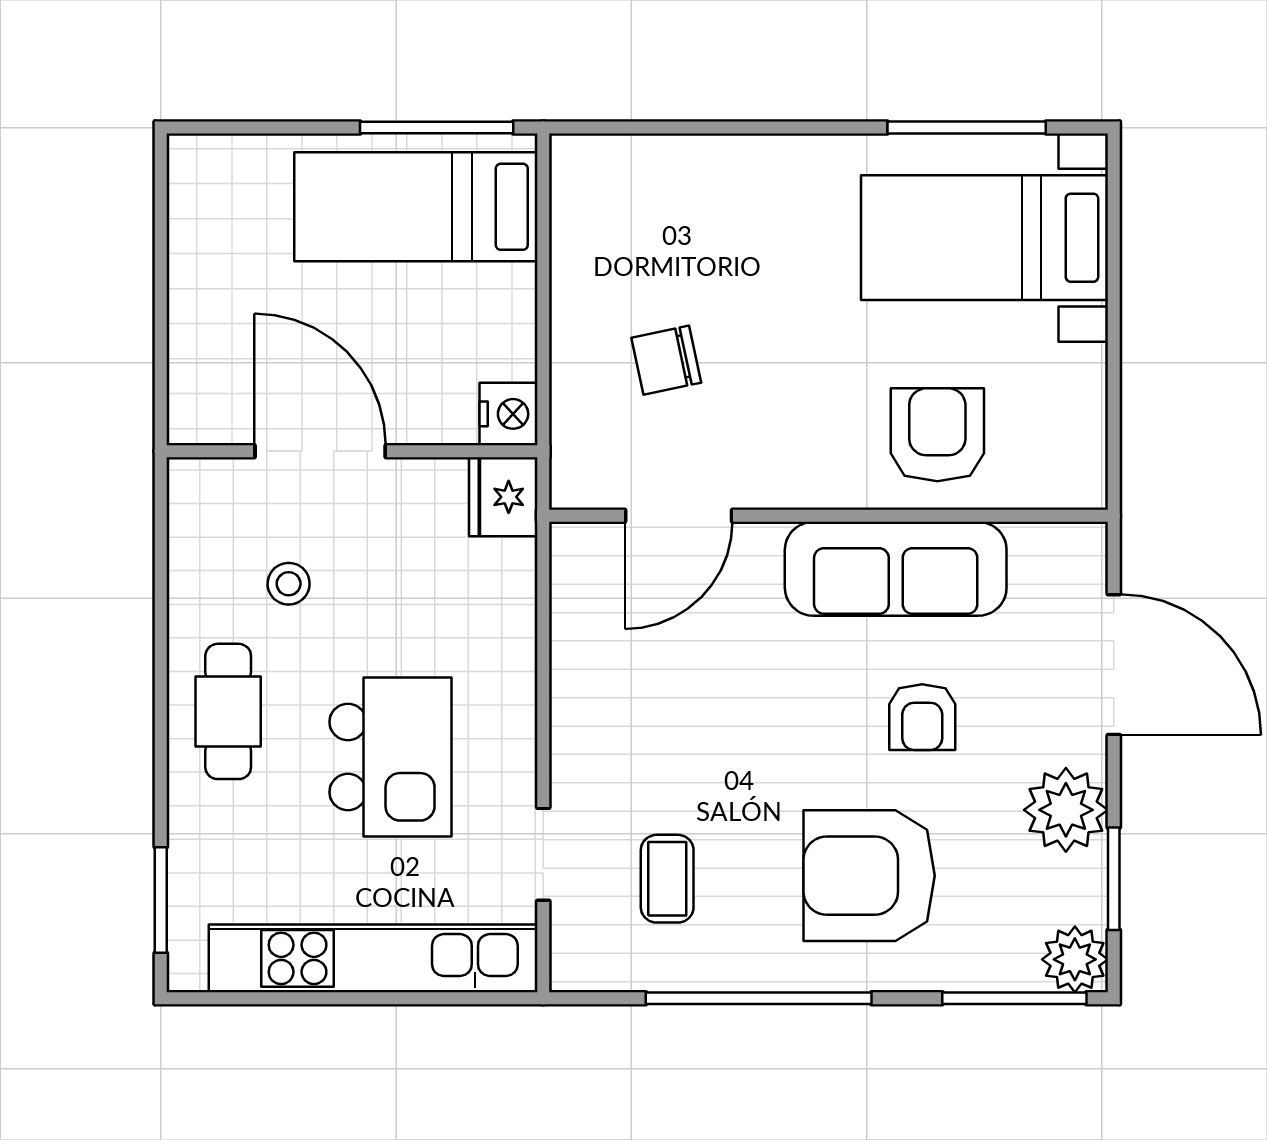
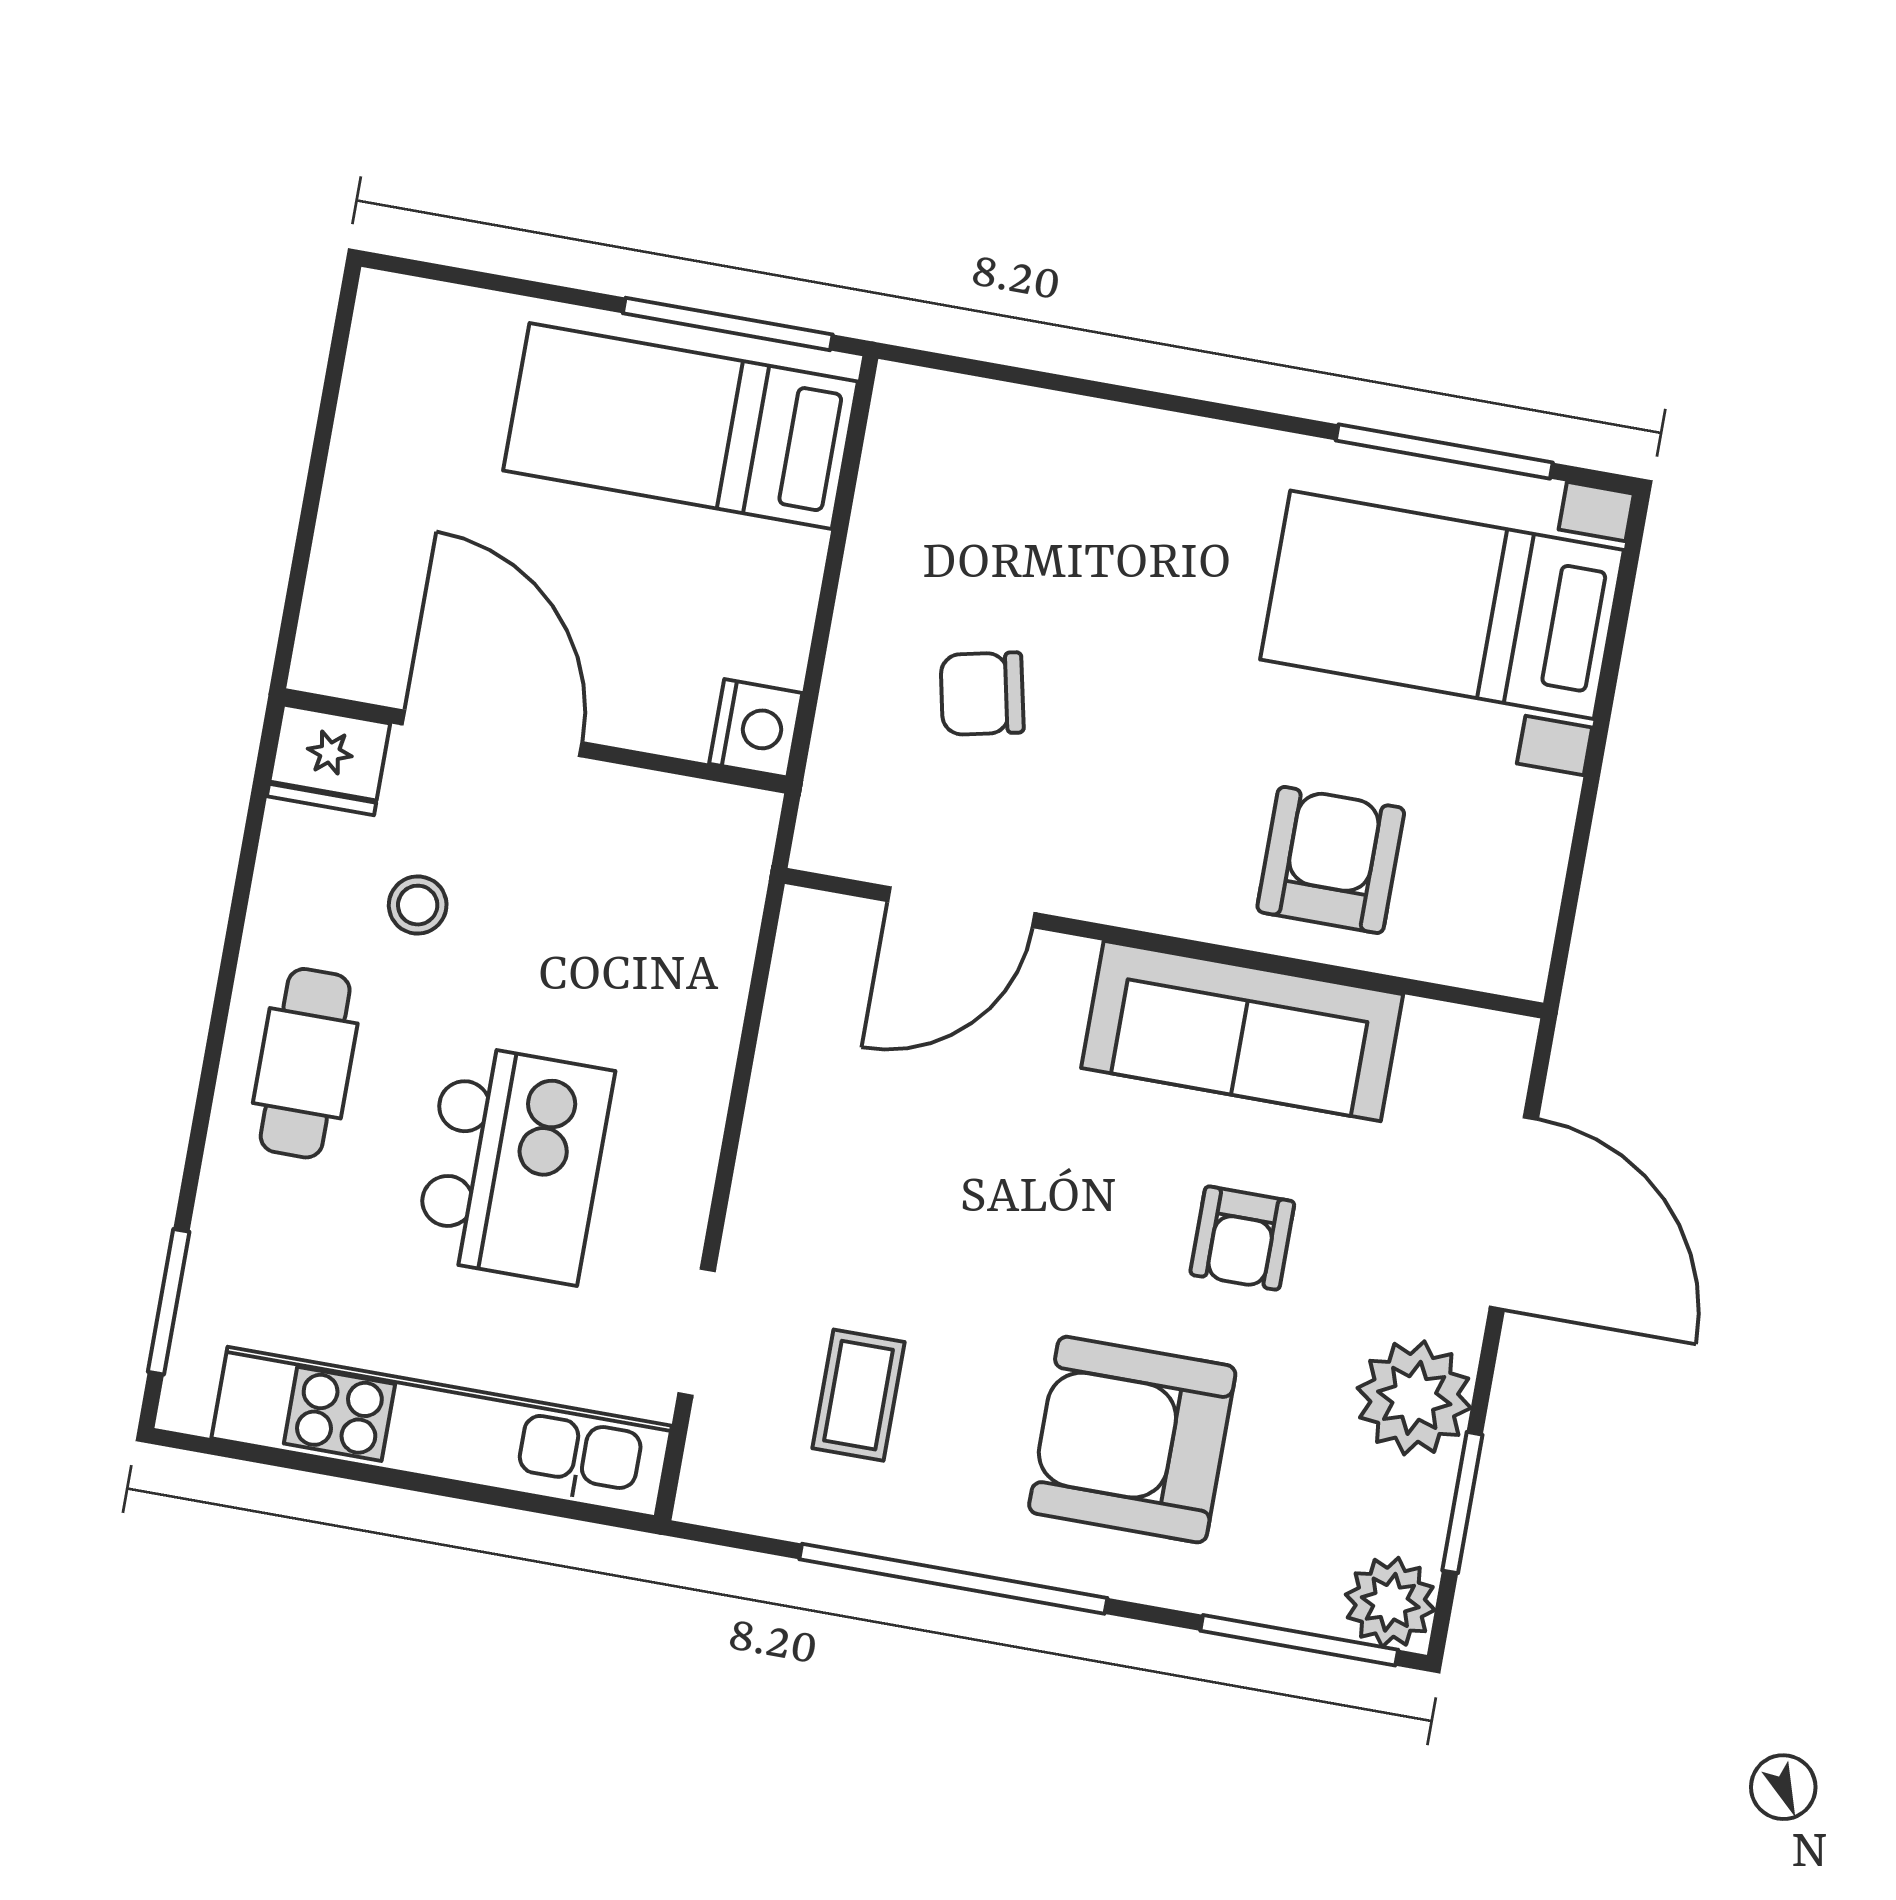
fridge: (503, 497) -> (329, 760), moved, turned -90

